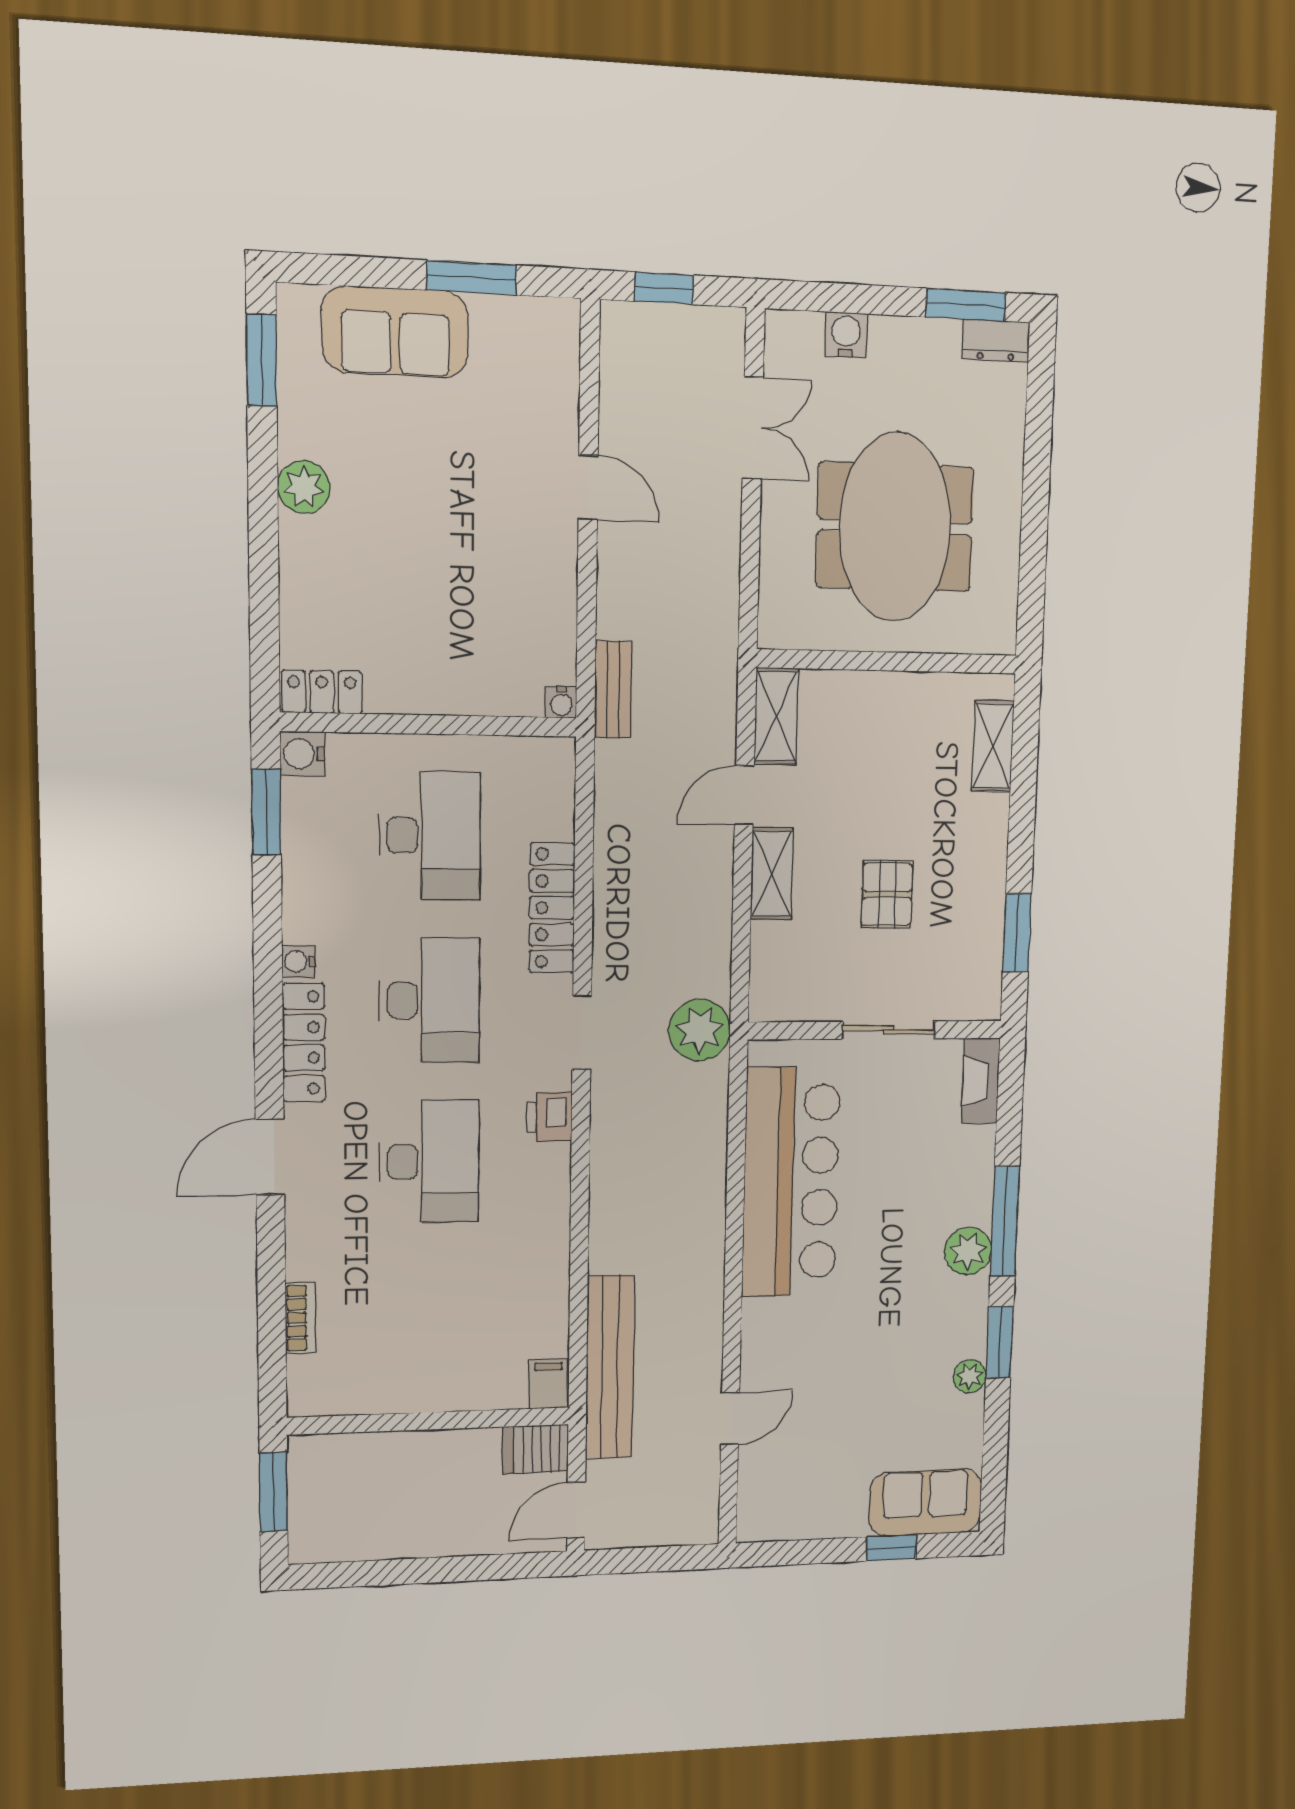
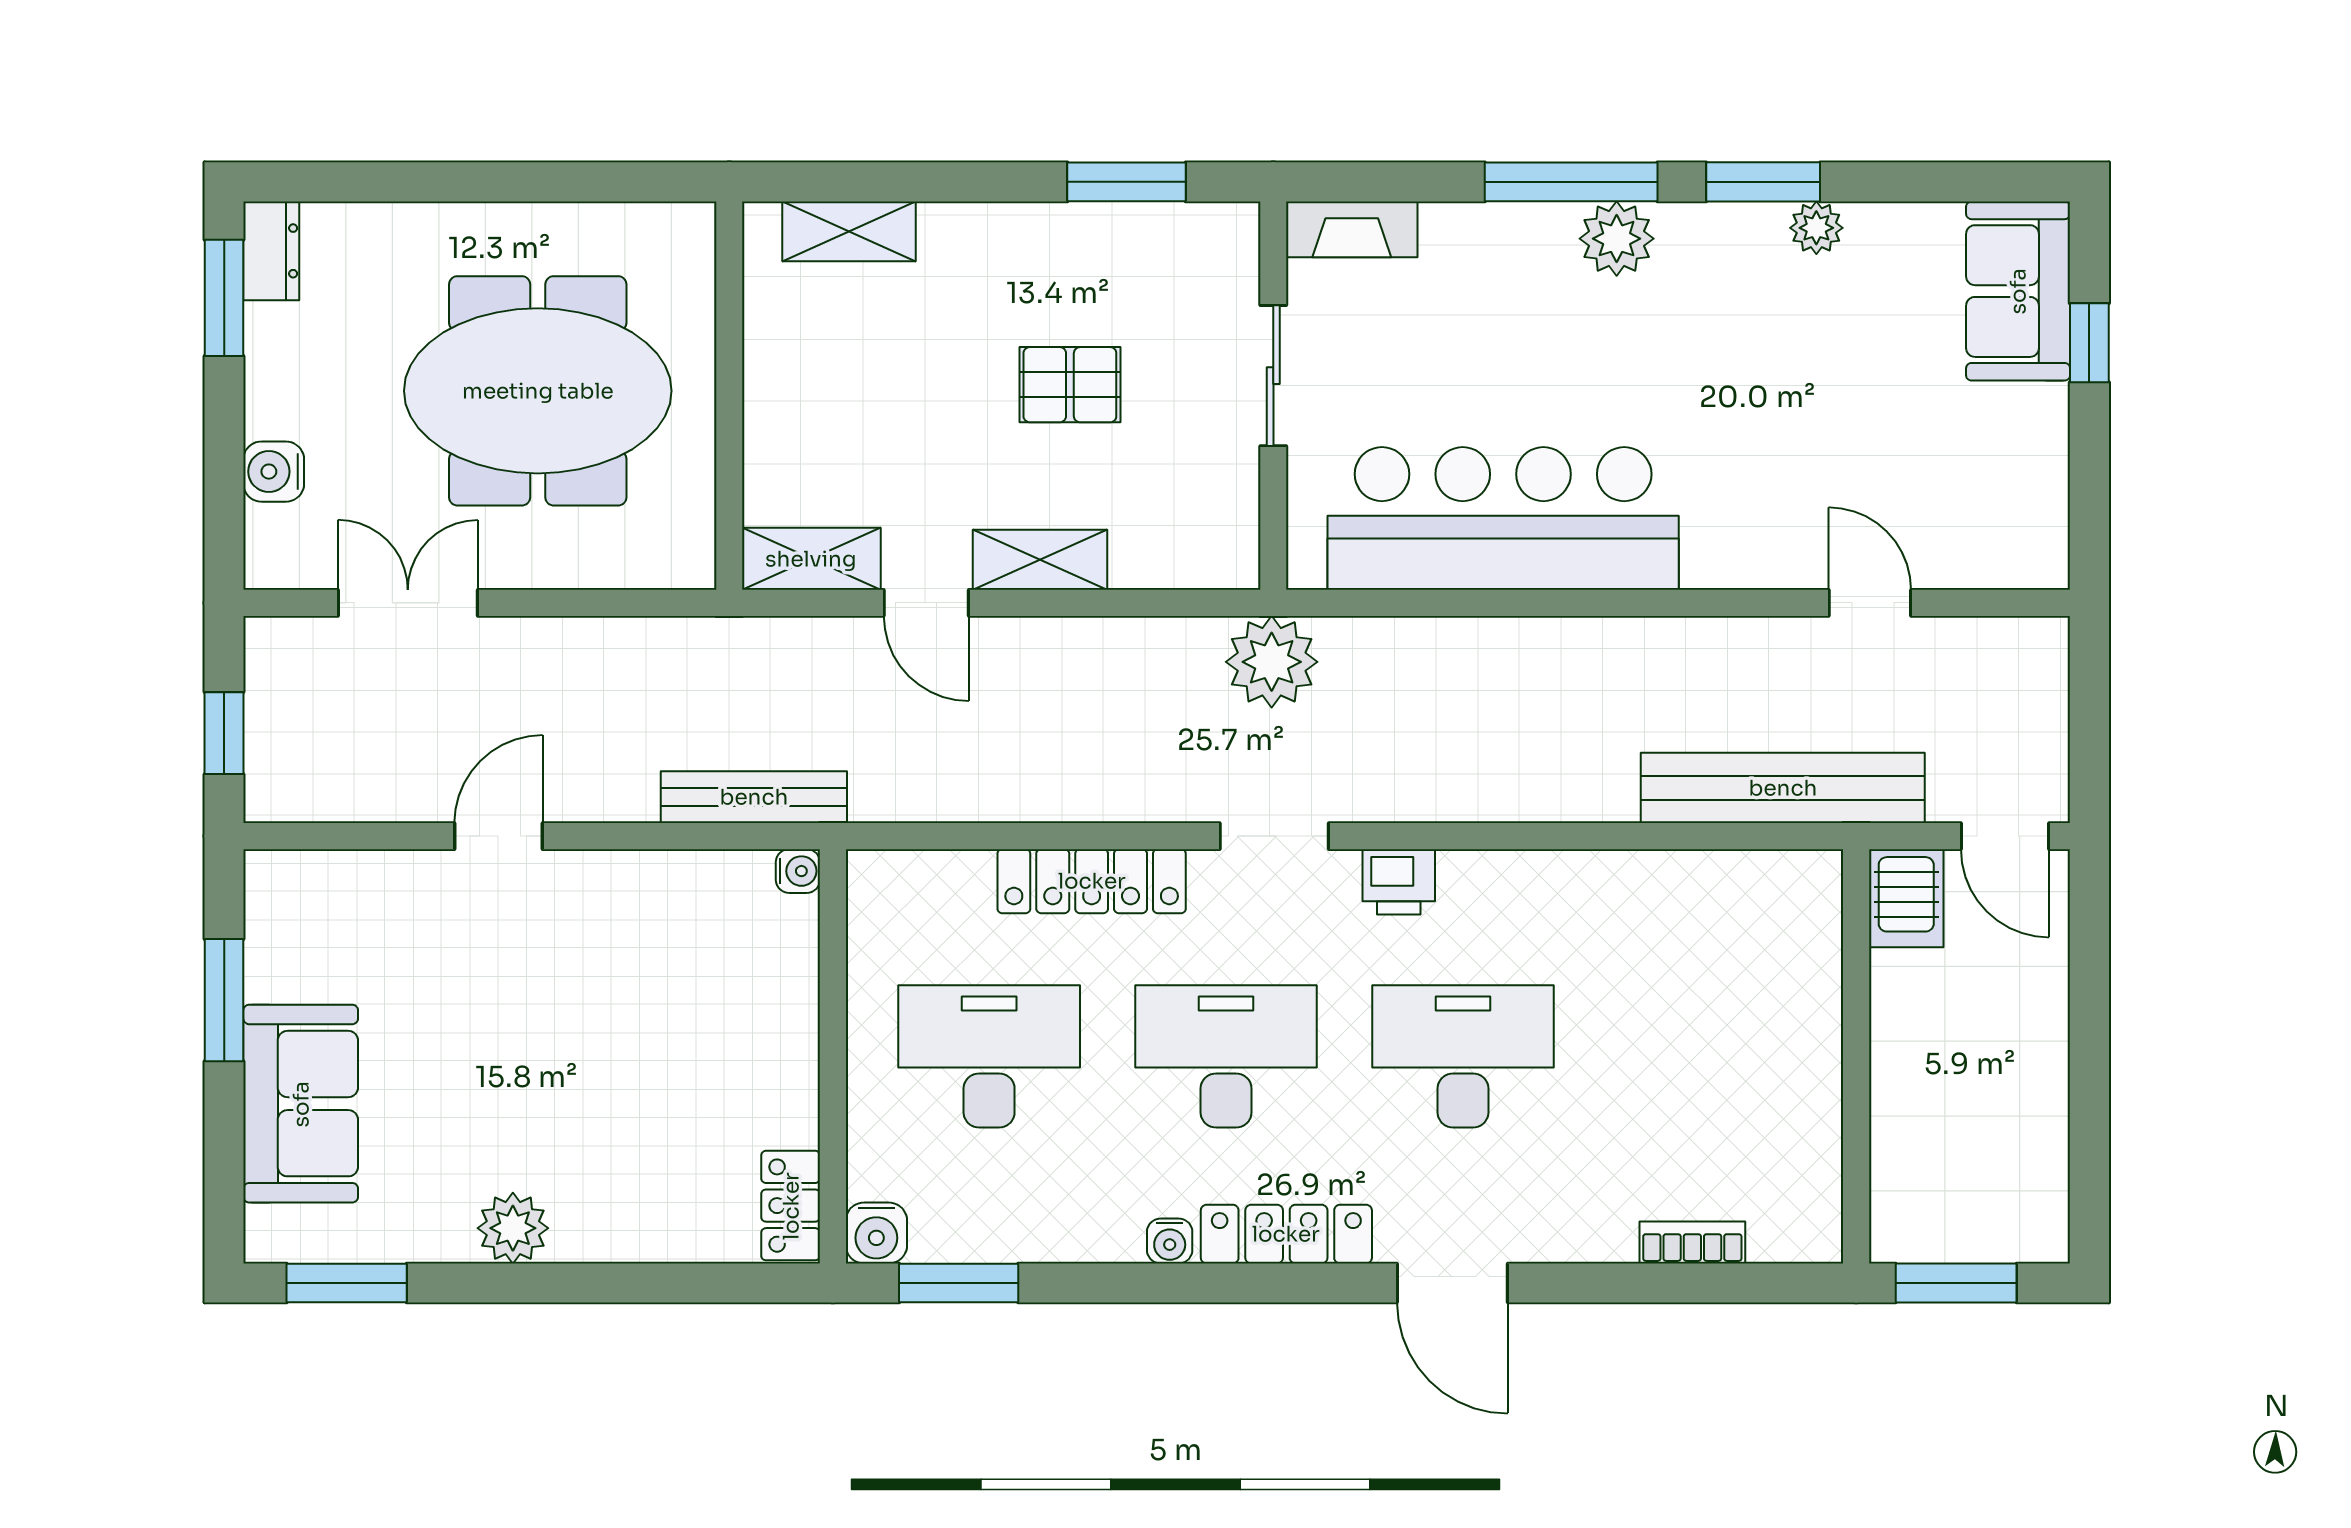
bench: (613, 690) -> (754, 797), width x1.36
filing cabinet: (548, 1384) -> (1805, 880), removed

